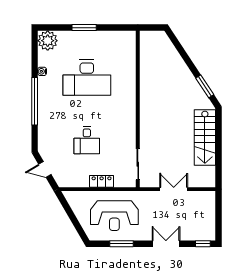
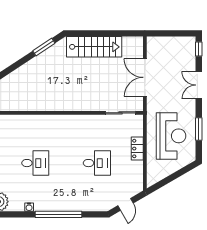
desk: (87, 78) -> (35, 163), width x0.53, depth x0.77
double door: (174, 189) -> (145, 77), width x1.37

